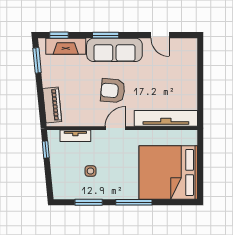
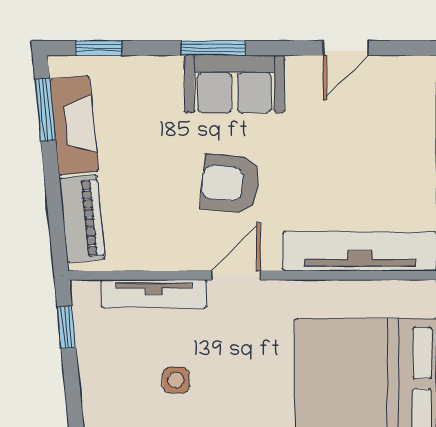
door: (160, 35) -> (346, 48), hinge flipped
fireplace: (66, 46) -> (74, 125), moved, turned -96
sofa: (114, 50) -> (234, 84), width x0.73
tv unit: (75, 136) -> (154, 294), width x1.41

